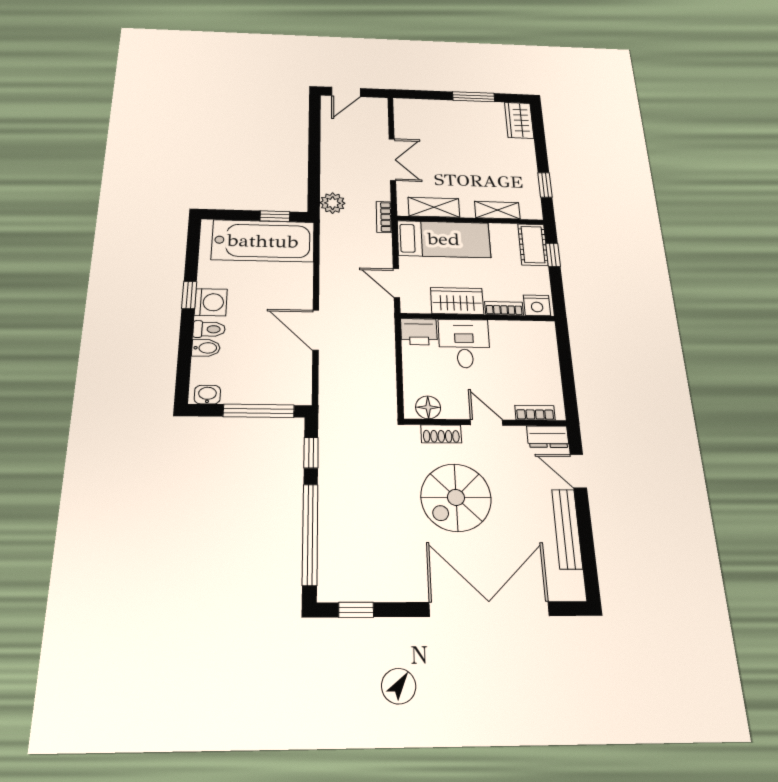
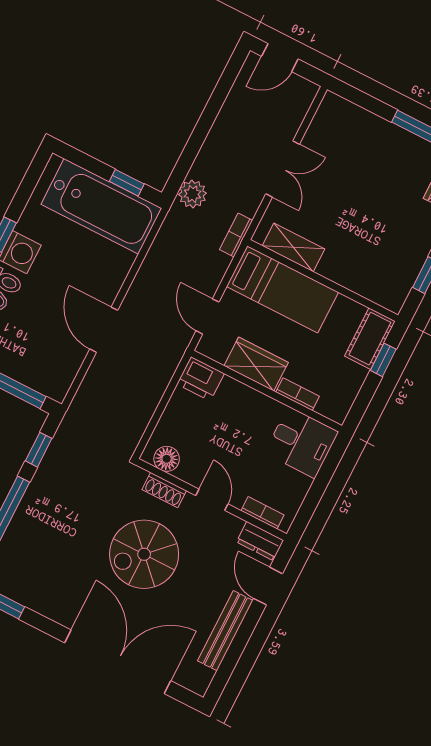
shelving: (497, 210) -> (357, 282), removed
nightstand: (537, 305) -> (332, 407), removed
desk: (464, 343) -> (302, 442), moved, turned 90

